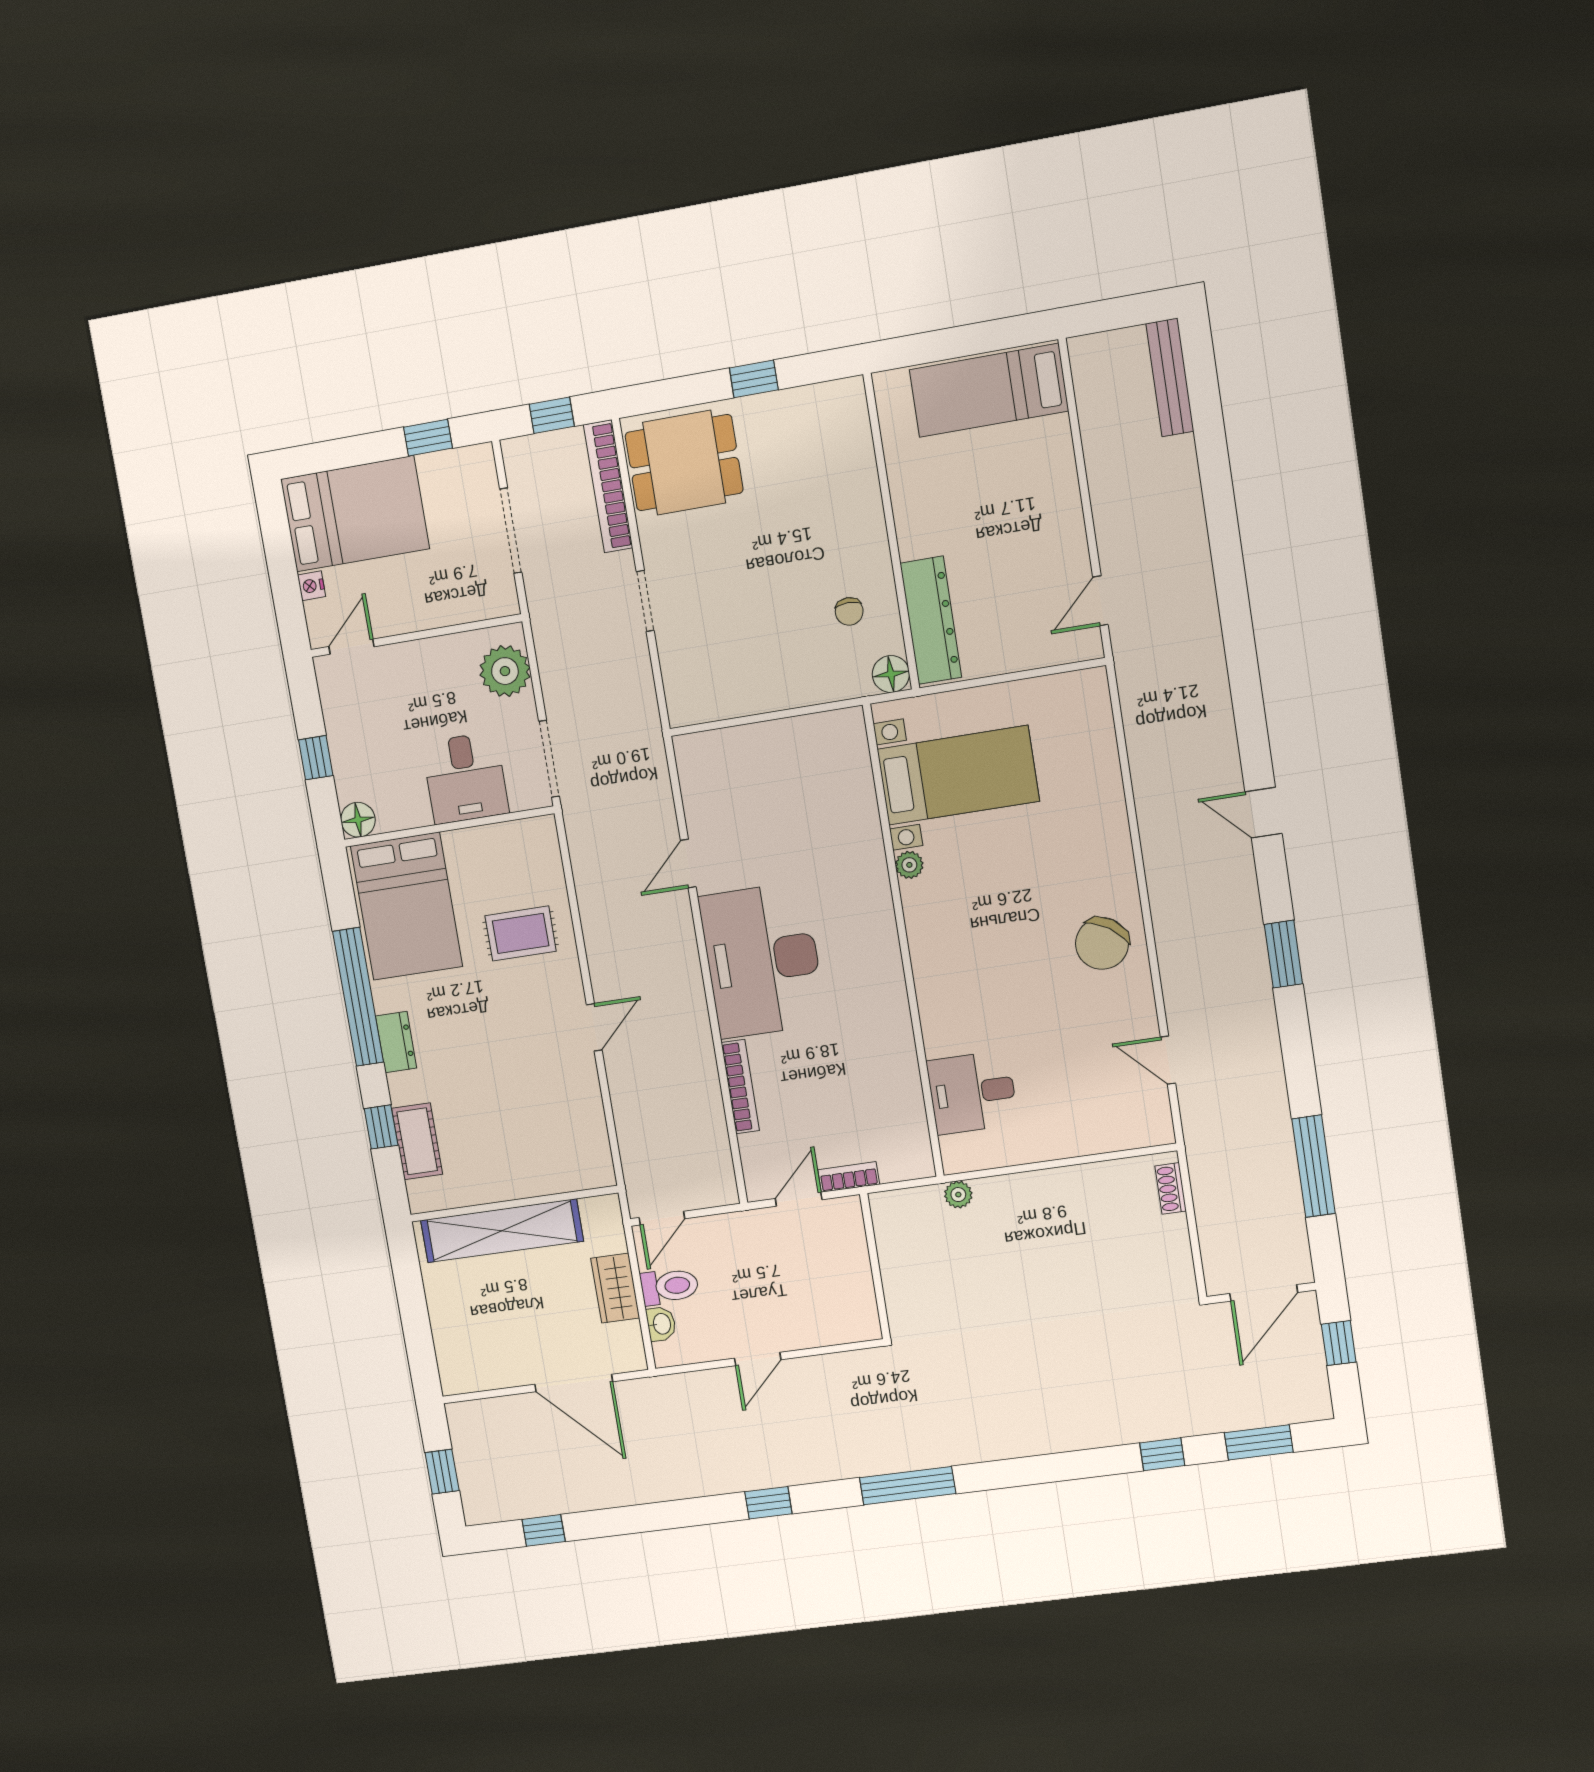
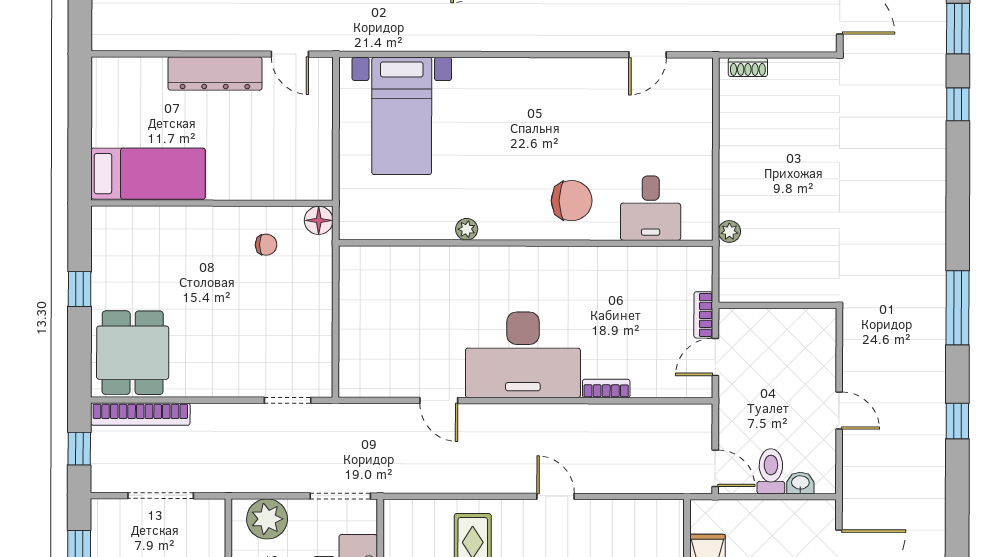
bed: (989, 390) -> (148, 174), moved, turned -90
doorway: (645, 601) -> (288, 400), moved
dresser: (931, 620) -> (215, 74), moved, turned 180
bed with nightstands: (958, 775) -> (402, 116), moved, turned 180
chair: (1102, 943) -> (572, 201), moved, turned -34
bookcase: (740, 1087) -> (606, 389), width x0.64
door: (799, 1199) -> (715, 357), hinge flipped
wardrobe: (615, 1288) -> (766, 515), removed

